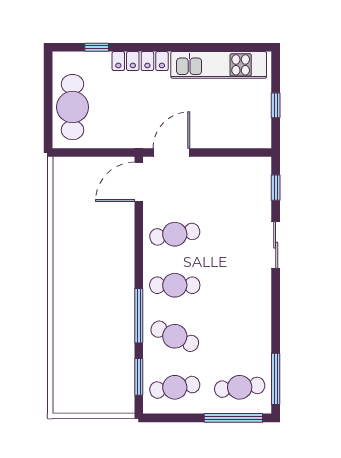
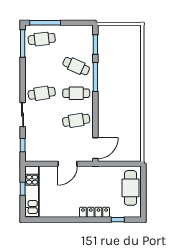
kitchen unit: (219, 65) -> (32, 191), moved, turned 90
door: (171, 153) -> (67, 164), moved
cafe table: (175, 387) -> (42, 93), moved

